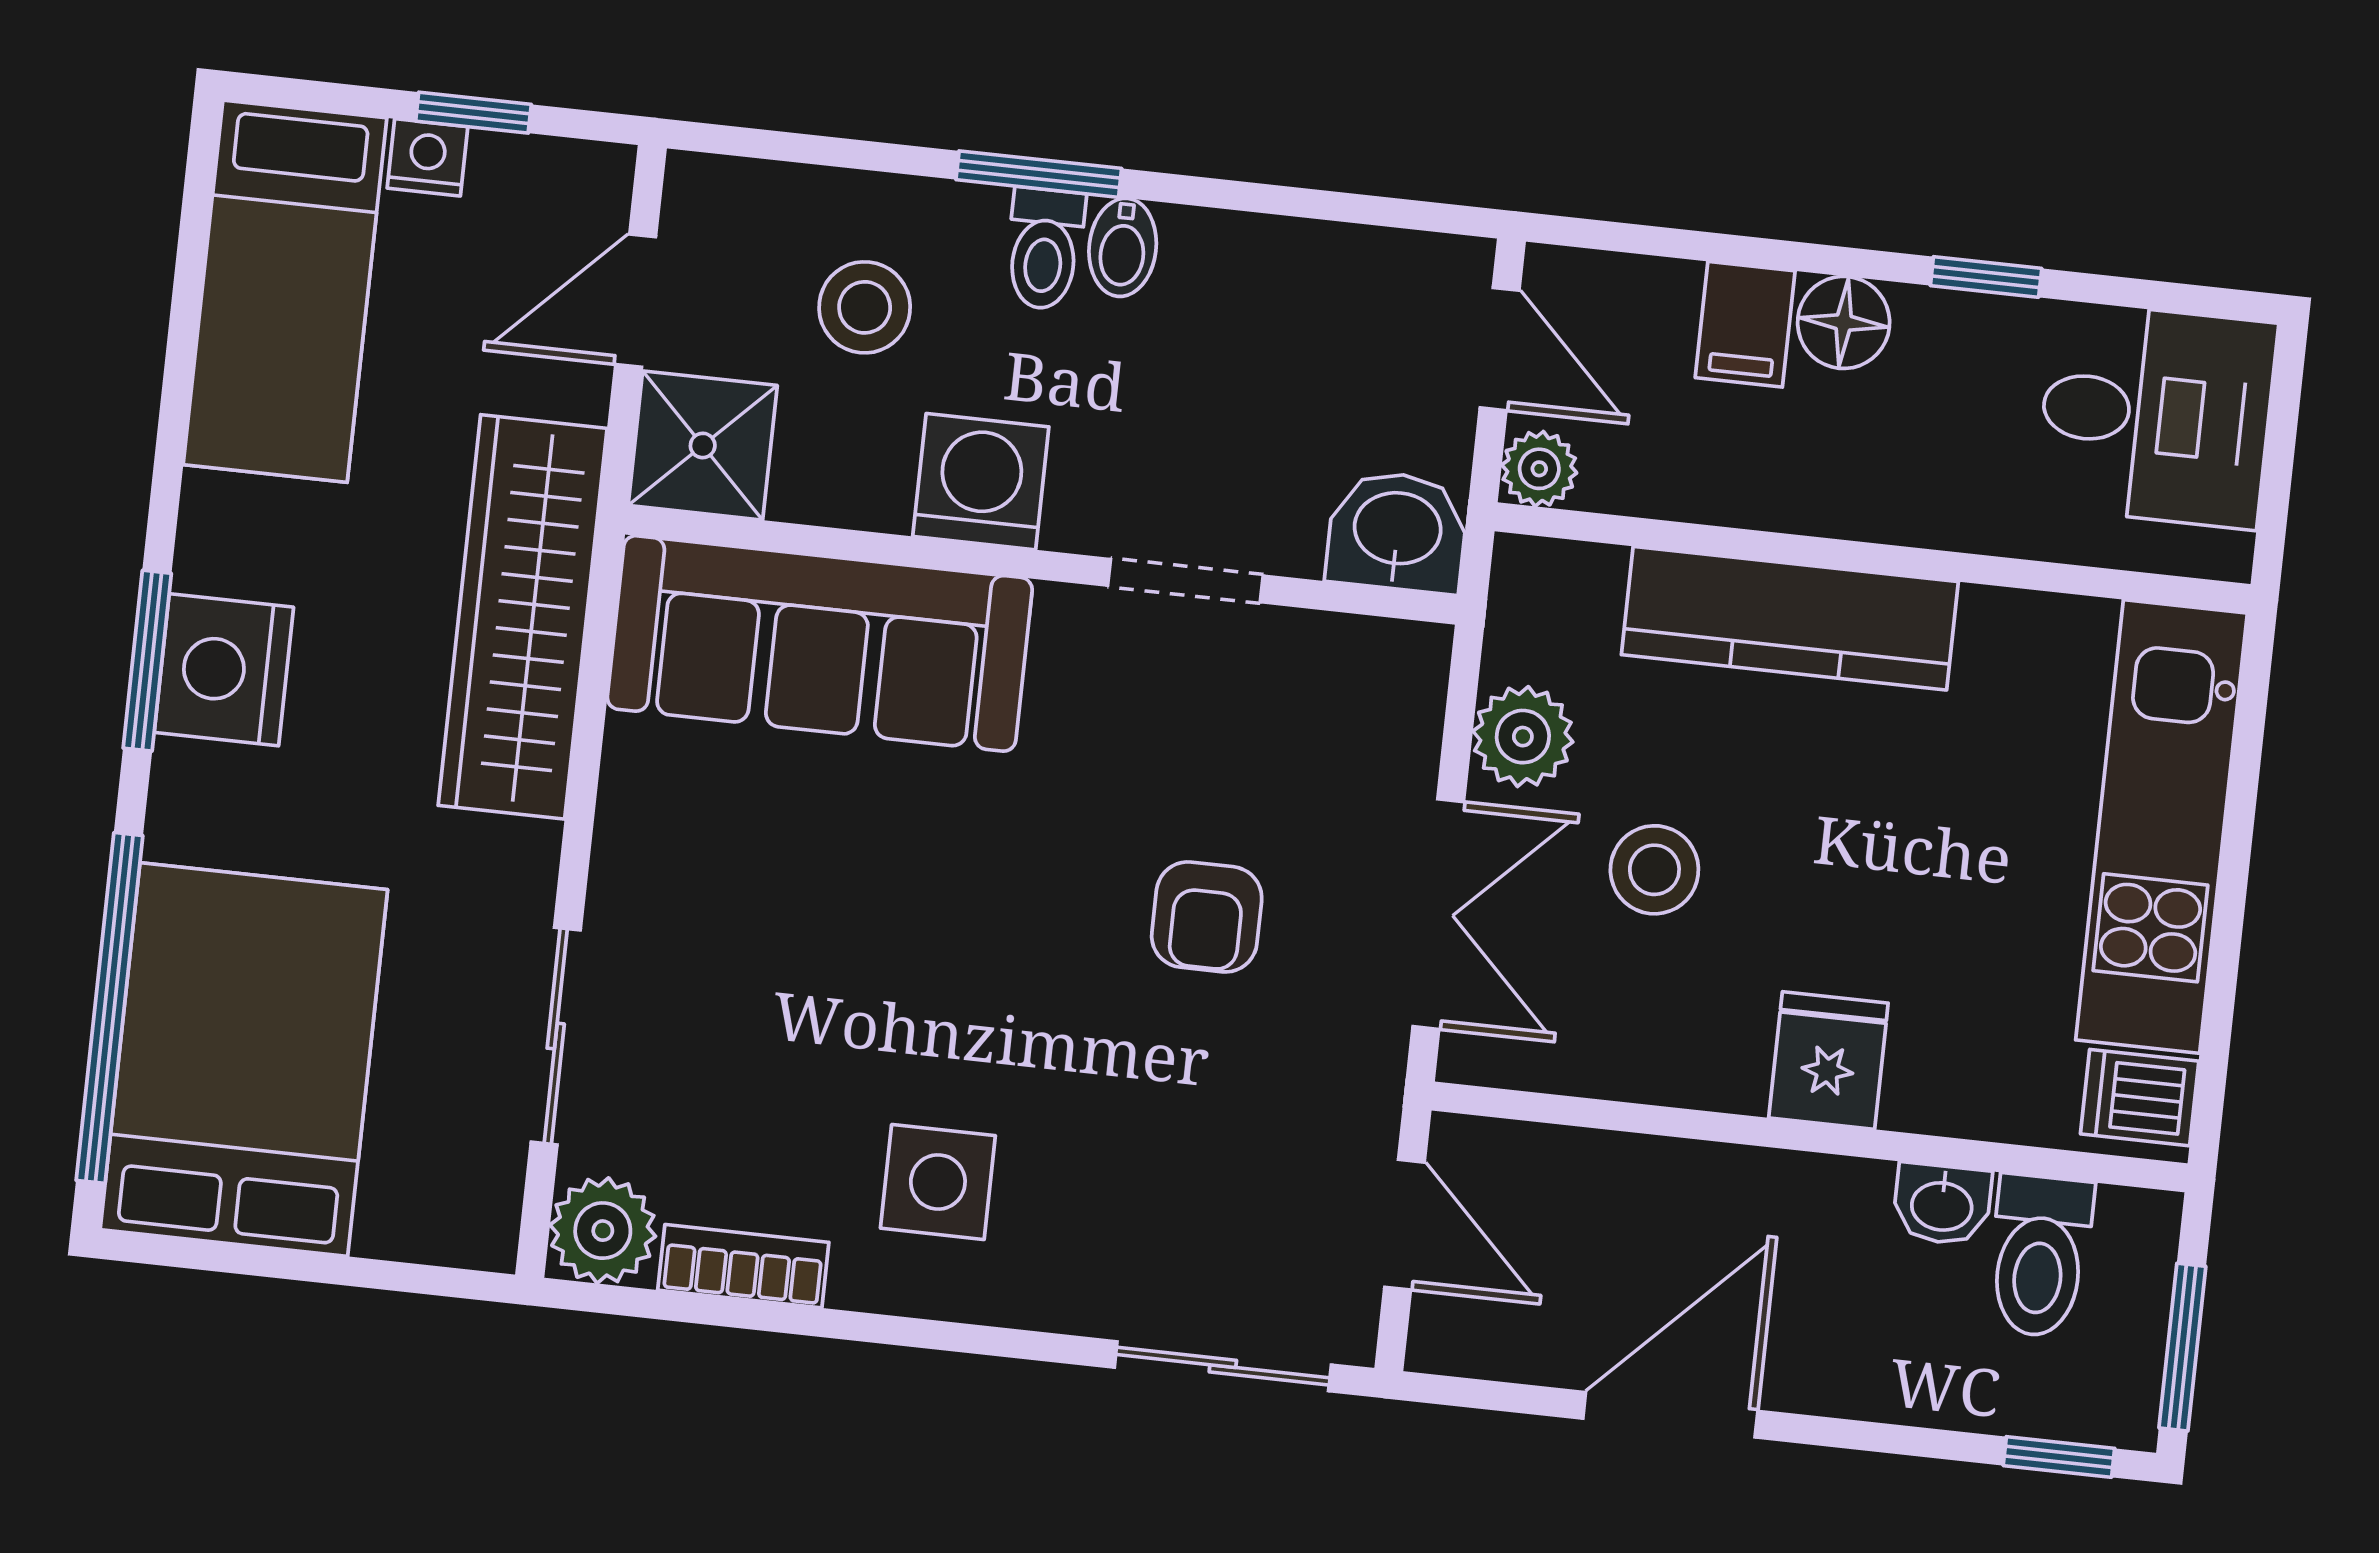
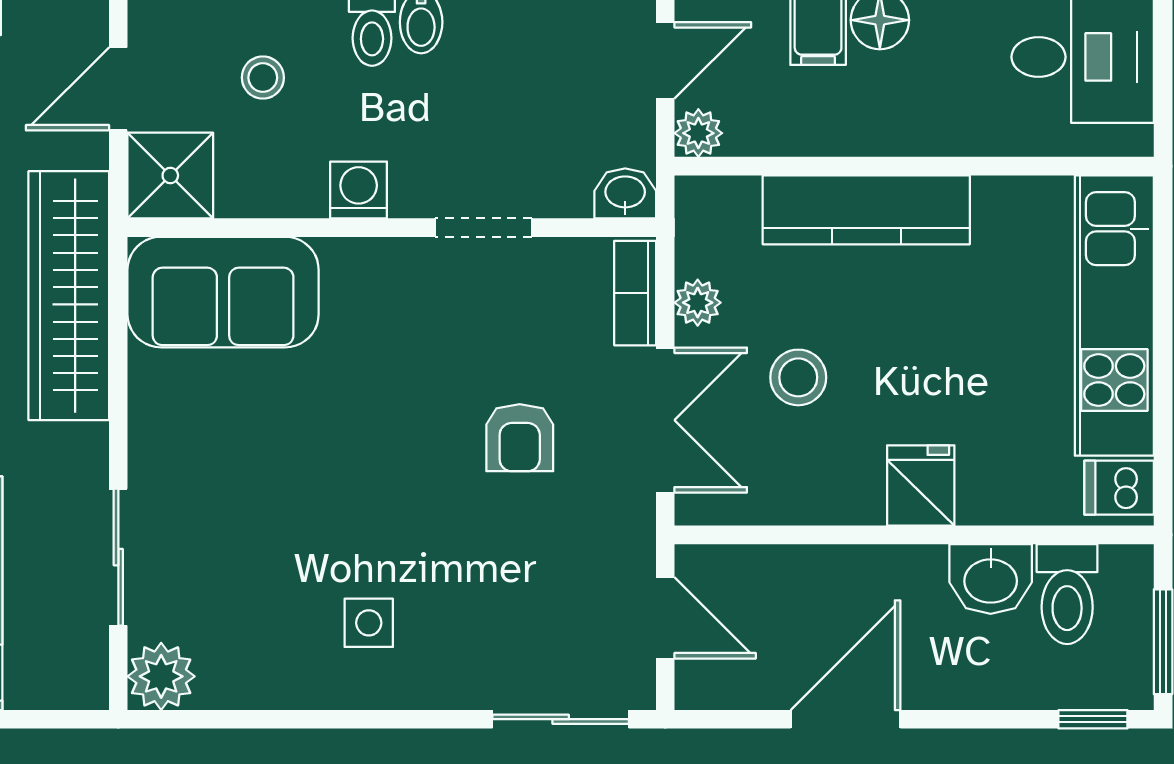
stool: (865, 307) -> (263, 78), width x0.73, depth x0.73
door: (1500, 349) -> (665, 60), hinge flipped
washing machine: (981, 482) -> (359, 190), width x0.73, depth x0.73
washbasin: (1397, 532) -> (625, 193), width x0.72, depth x0.69
sofa: (820, 643) -> (223, 292), width x0.73
plant: (1523, 737) -> (698, 303), width x0.73, depth x0.73
side table: (938, 1182) -> (369, 623), width x0.73, depth x0.73
washbasin: (1942, 1204) -> (991, 579), width x1.38, depth x1.45
bookcase: (743, 1266) -> (635, 293), moved, turned -90

